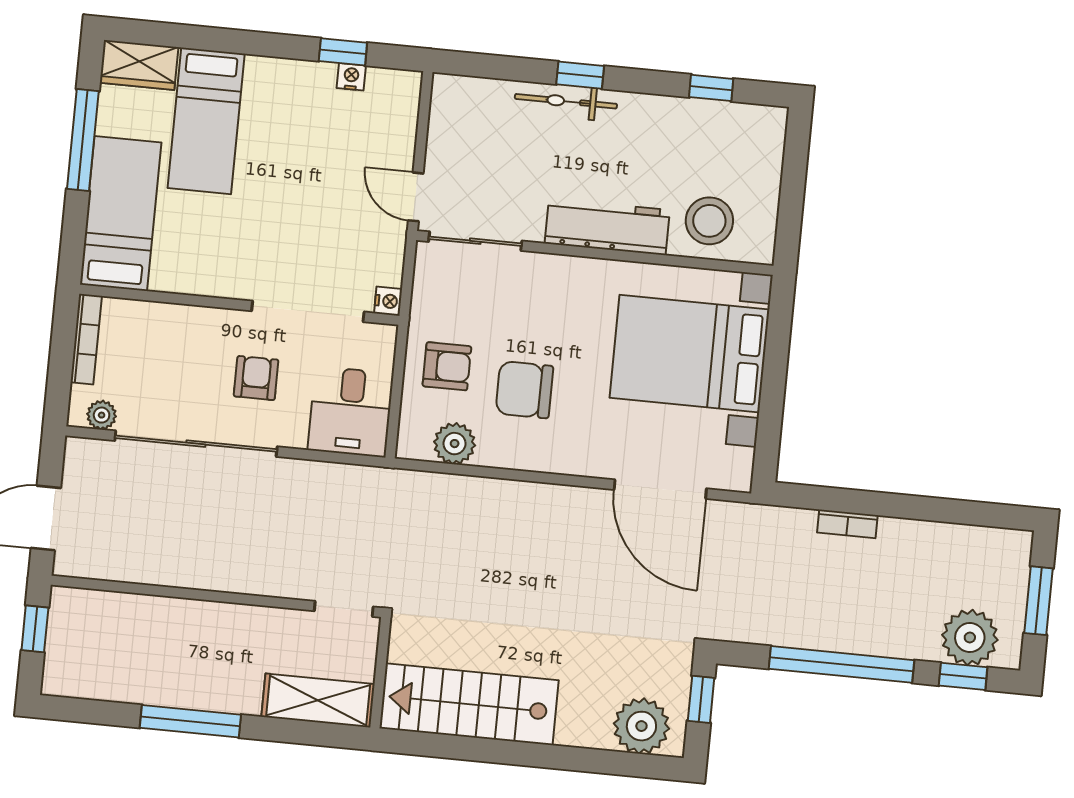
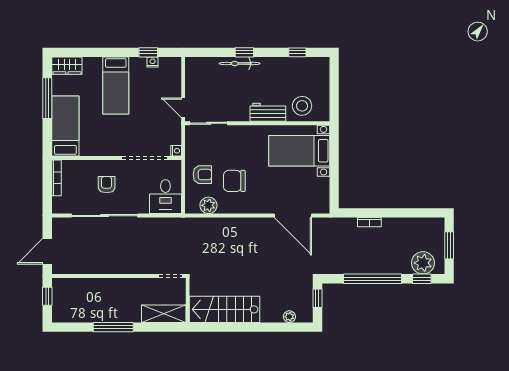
bed: (206, 121) -> (116, 86), moved
workbench: (607, 227) -> (268, 112), width x0.73
bed with nightstands: (689, 354) -> (299, 151), width x0.73
armchair: (256, 378) -> (107, 185), moved
plant: (102, 415) -> (66, 208), removed
plant: (641, 726) -> (289, 317), width x0.53, depth x0.53

